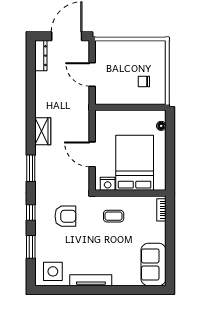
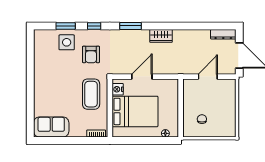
coffee table: (114, 216) -> (91, 94), width x1.86, depth x1.72
side table: (53, 271) -> (67, 42), moved
tv unit: (91, 280) -> (38, 75), removed

